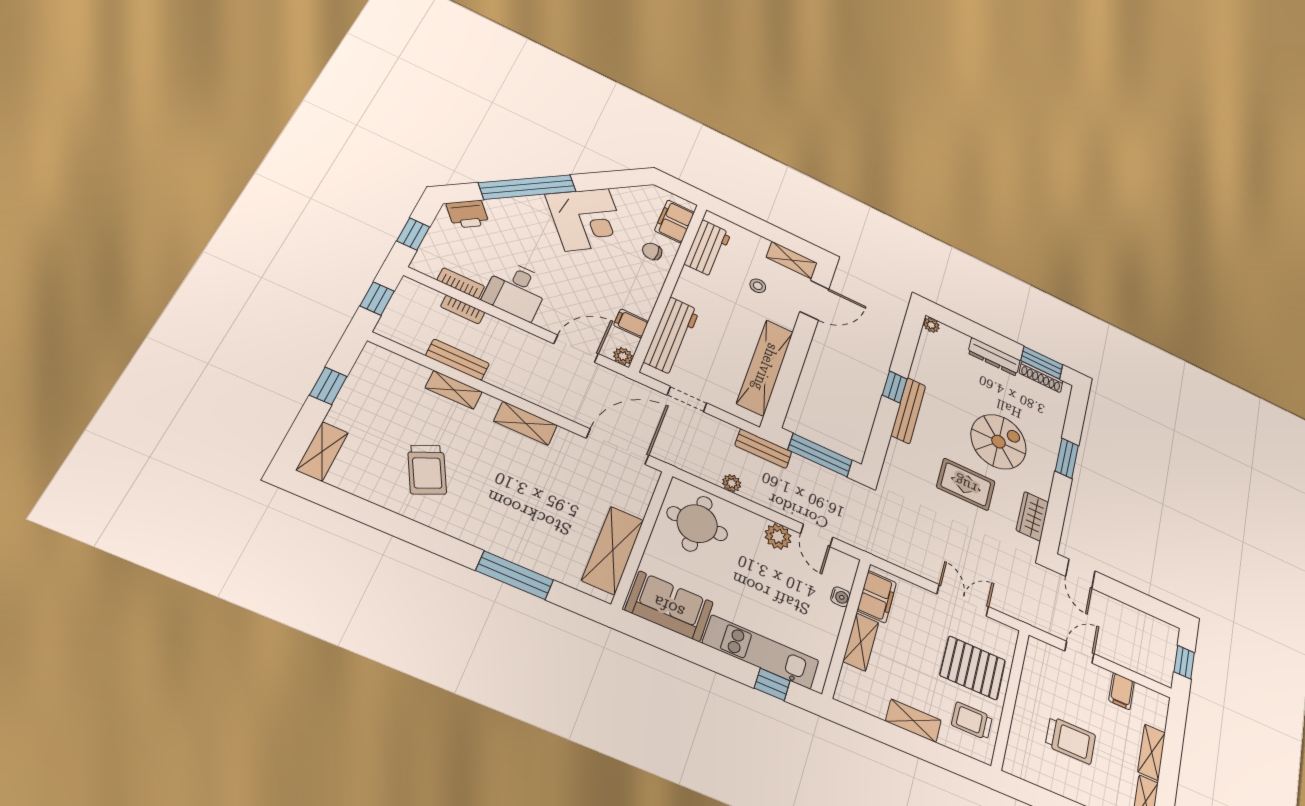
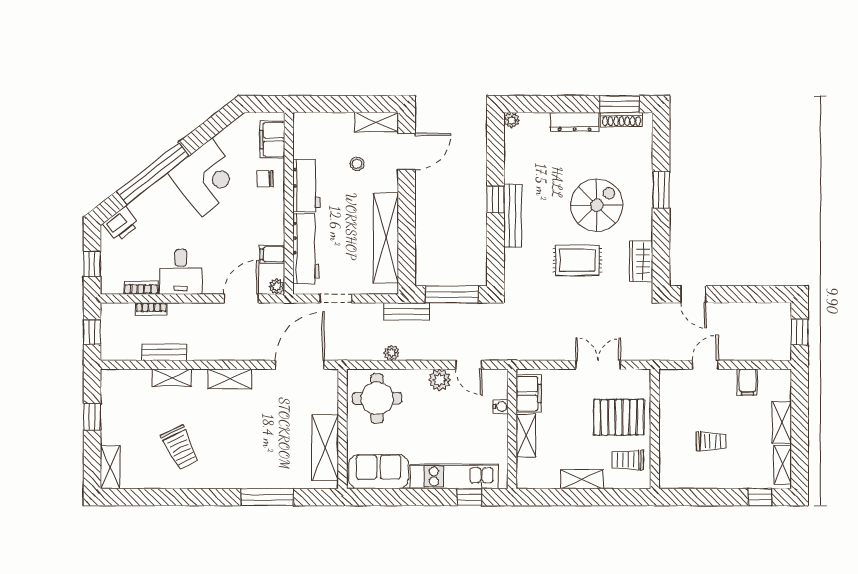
workbench: (708, 248) -> (306, 186), moved
trolley: (1071, 740) -> (711, 441), width x0.73, depth x0.72

